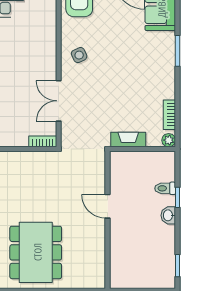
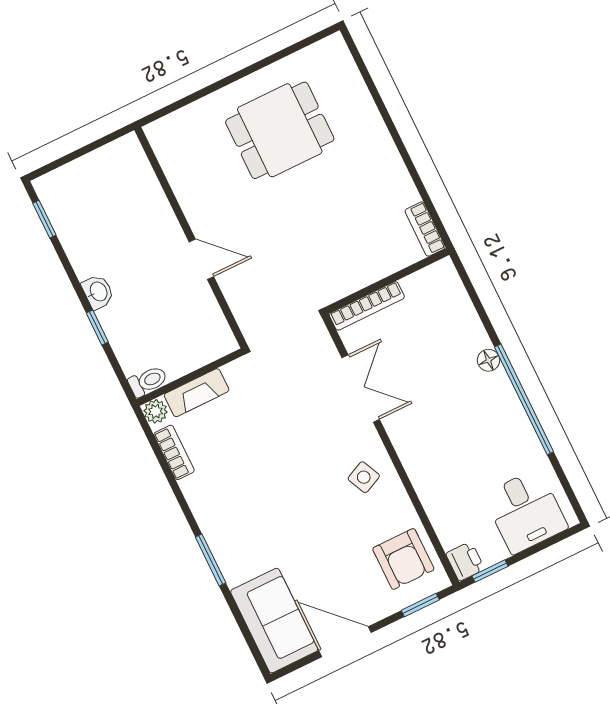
fireplace: (128, 140) -> (197, 393), moved
bookcase: (43, 141) -> (367, 306), width x1.56
toilet: (165, 188) -> (148, 381), moved
dining table: (36, 252) -> (280, 130), width x0.73

